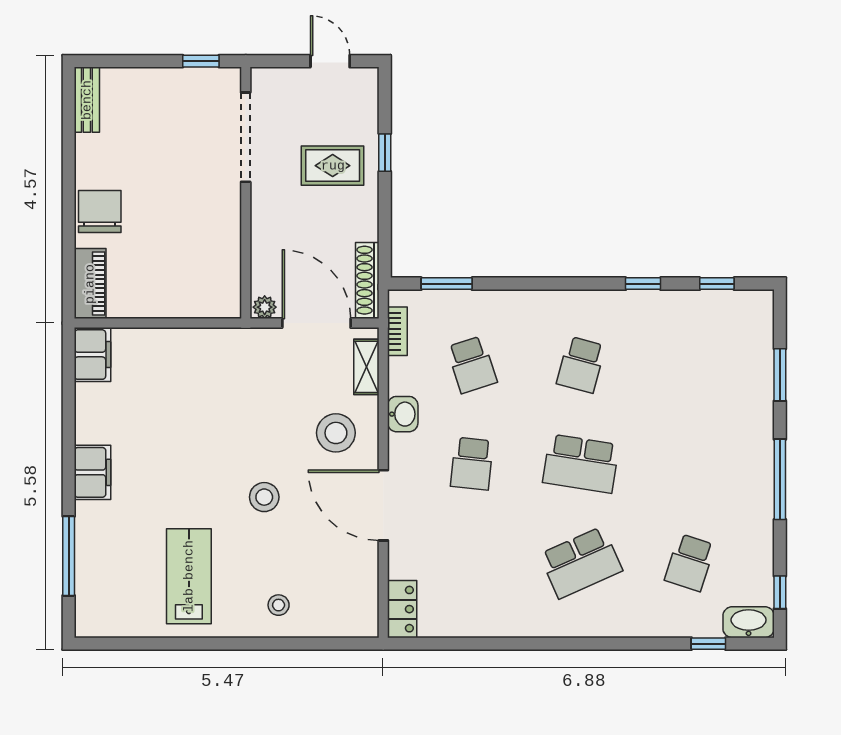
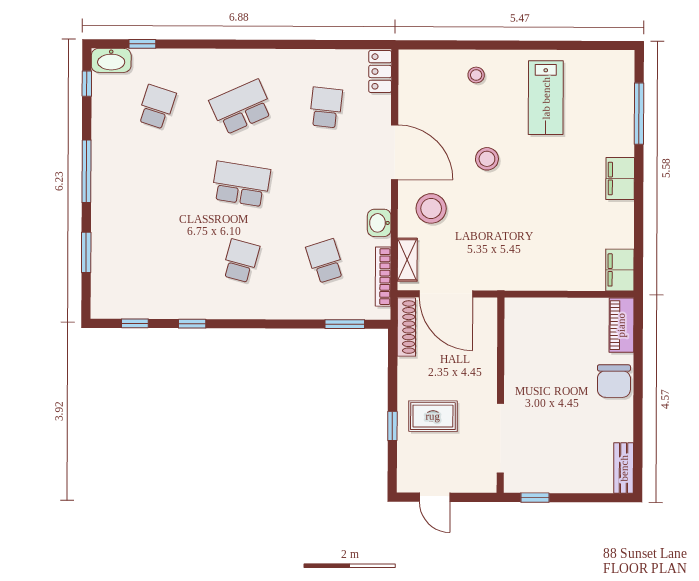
plant: (265, 307) -> (486, 306), removed
bookcase: (397, 331) -> (383, 277), width x1.56
school desk: (472, 464) -> (326, 107), moved

